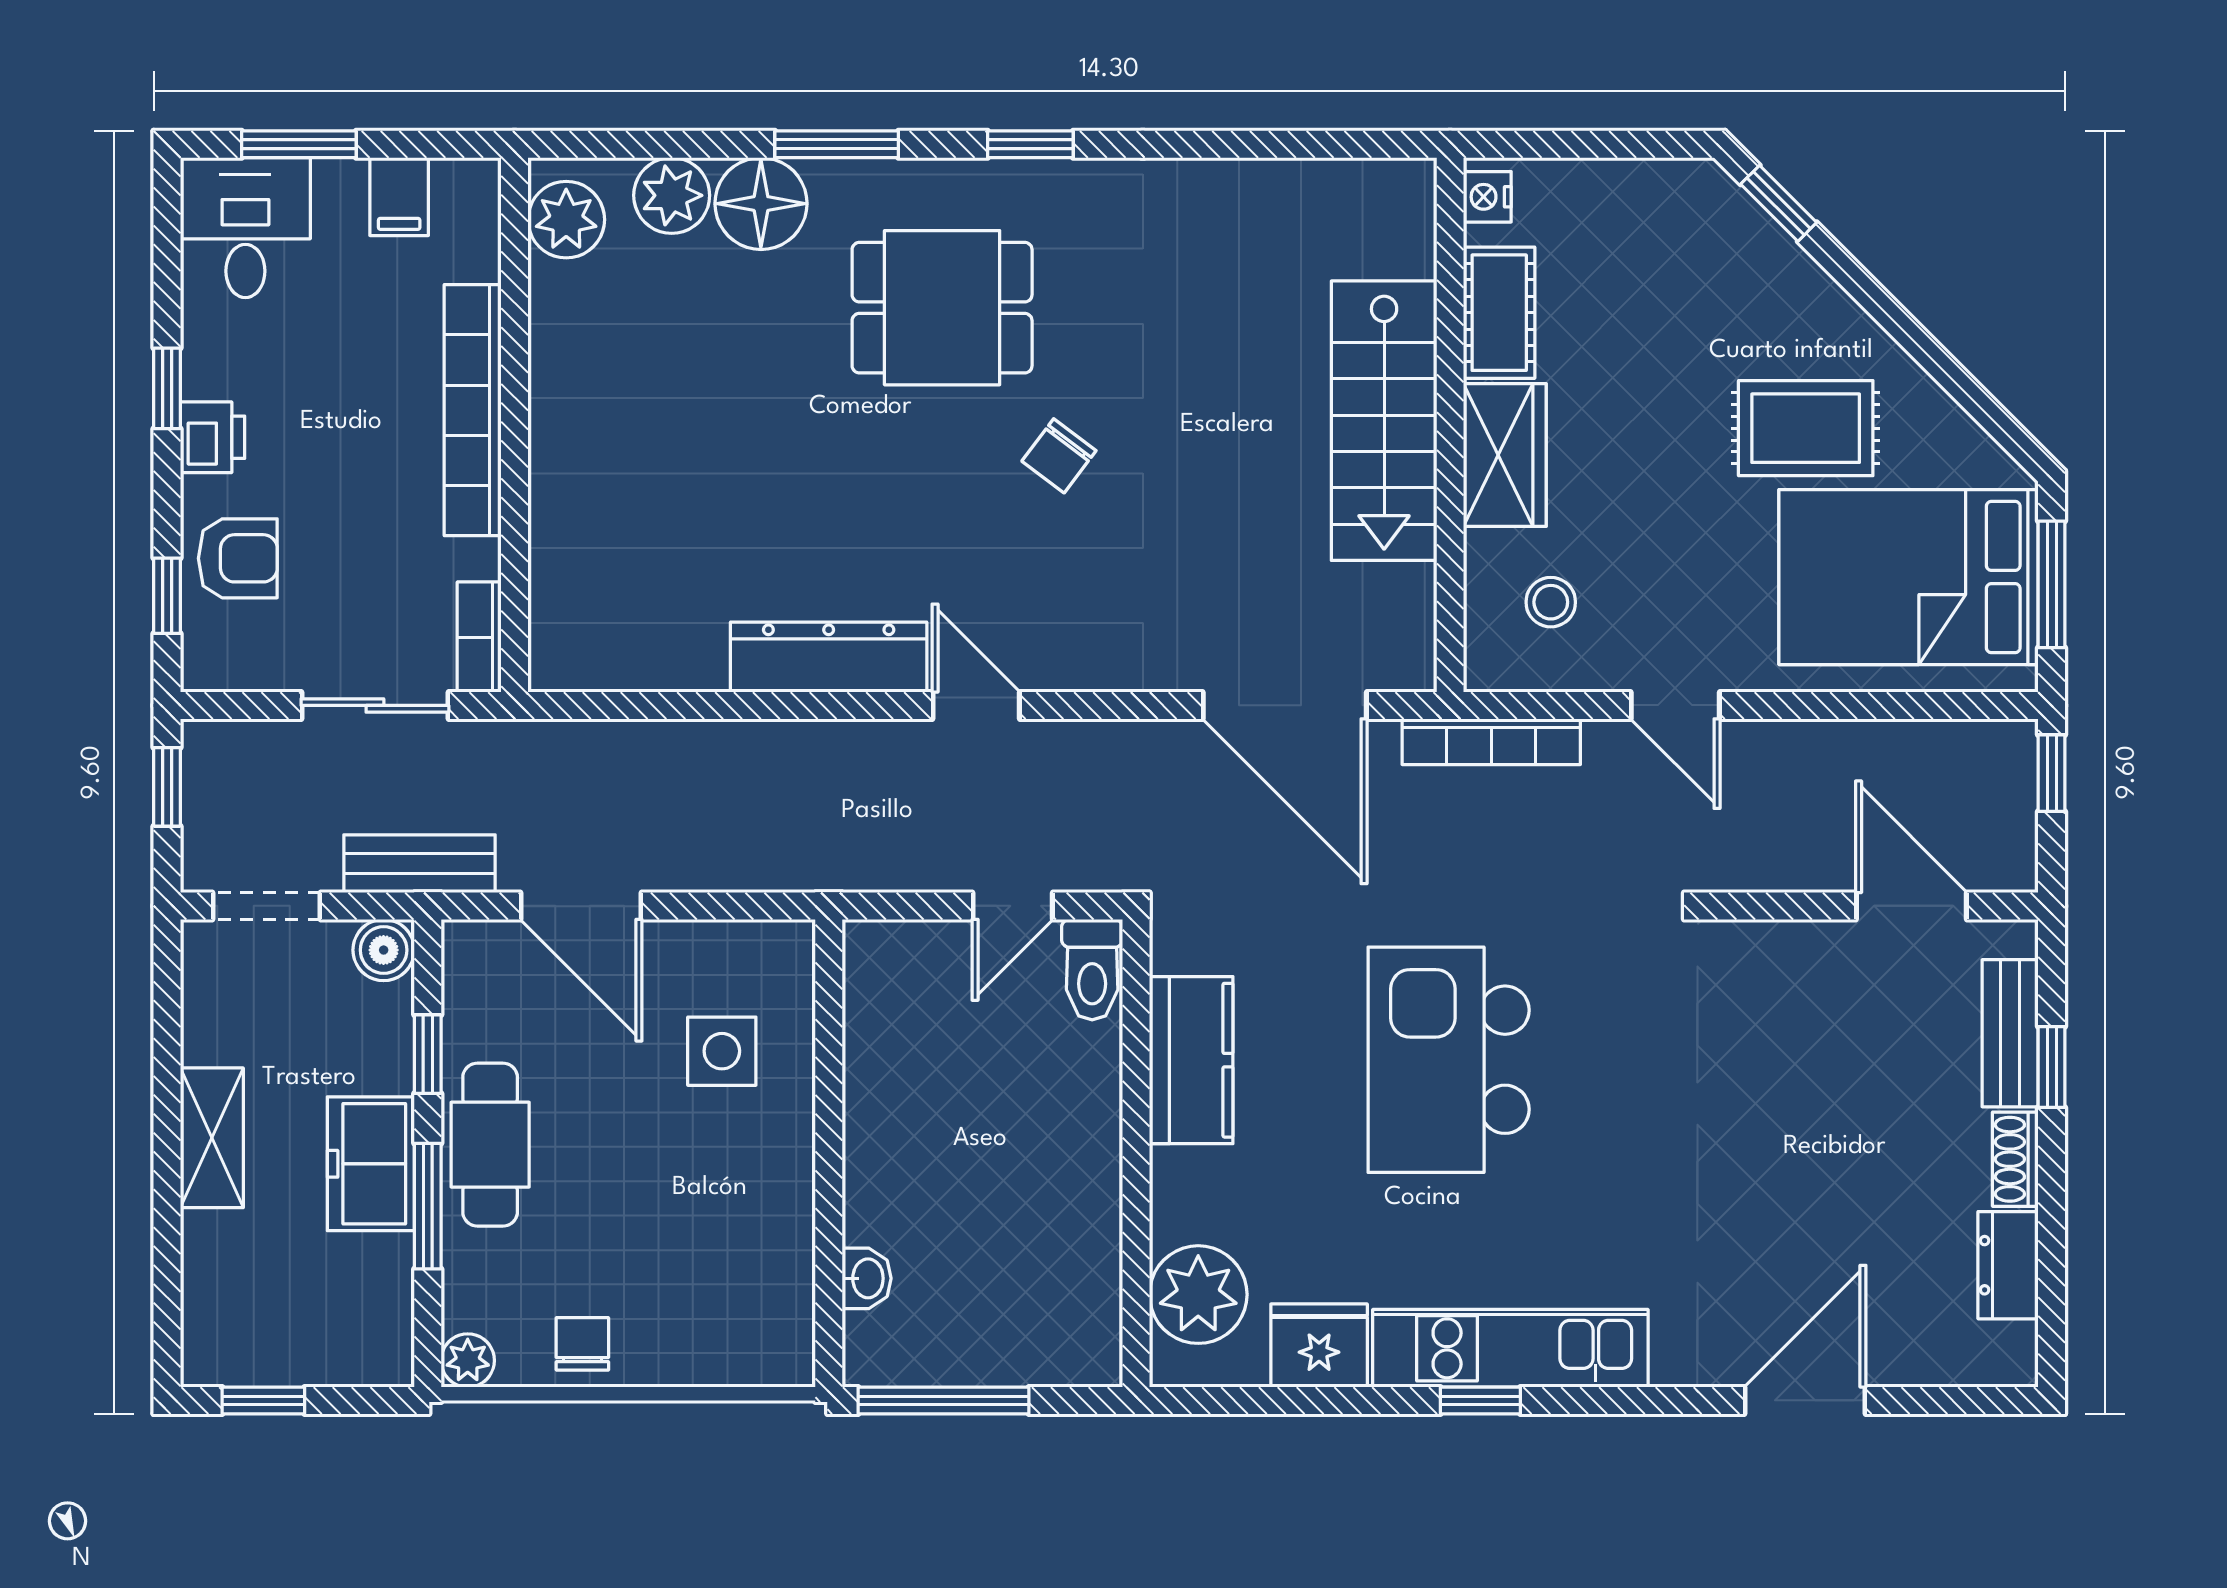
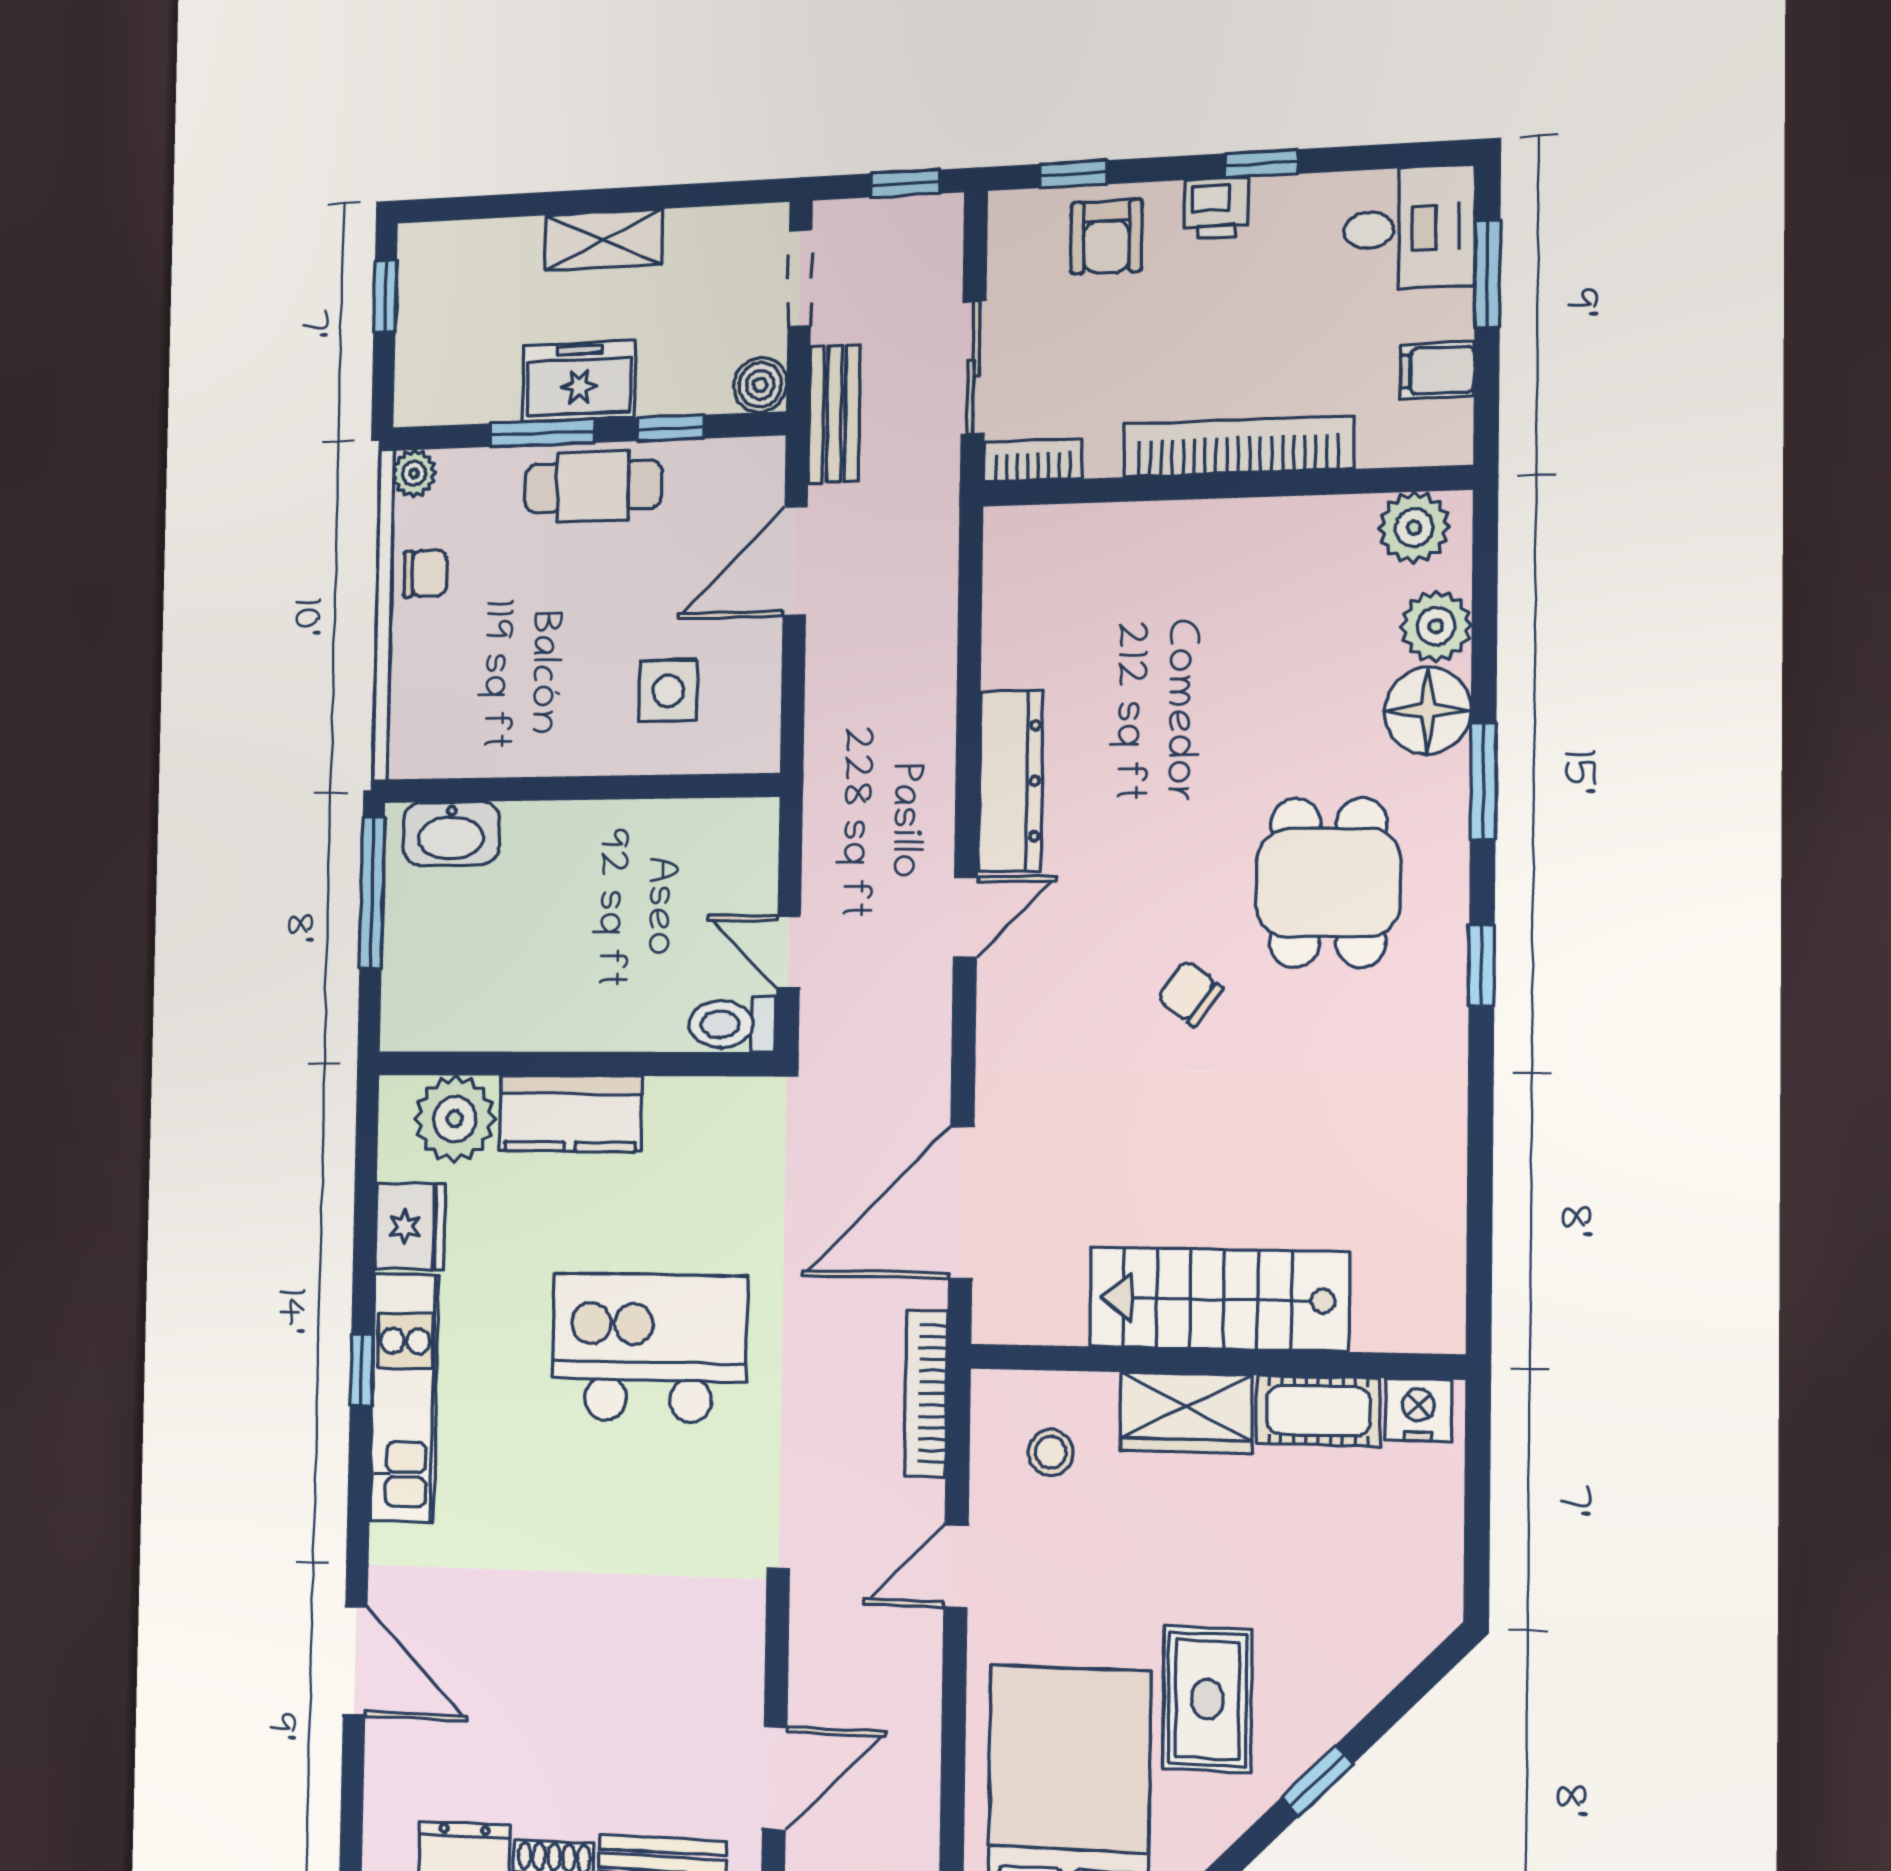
nightstand: (1487, 197) -> (1418, 1410), width x1.39, depth x1.35
window: (1779, 203) -> (1317, 1781), moved
kitchen counter: (1191, 1060) -> (571, 1113), moved
washbasin: (867, 1278) -> (451, 833), width x1.91, depth x1.45

